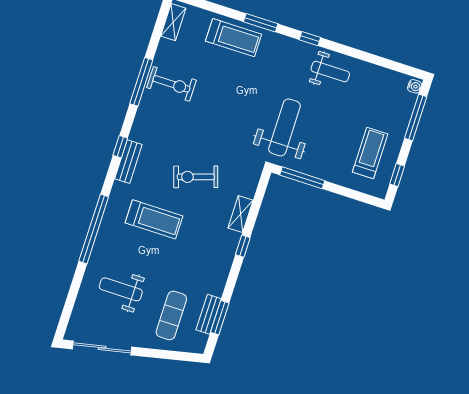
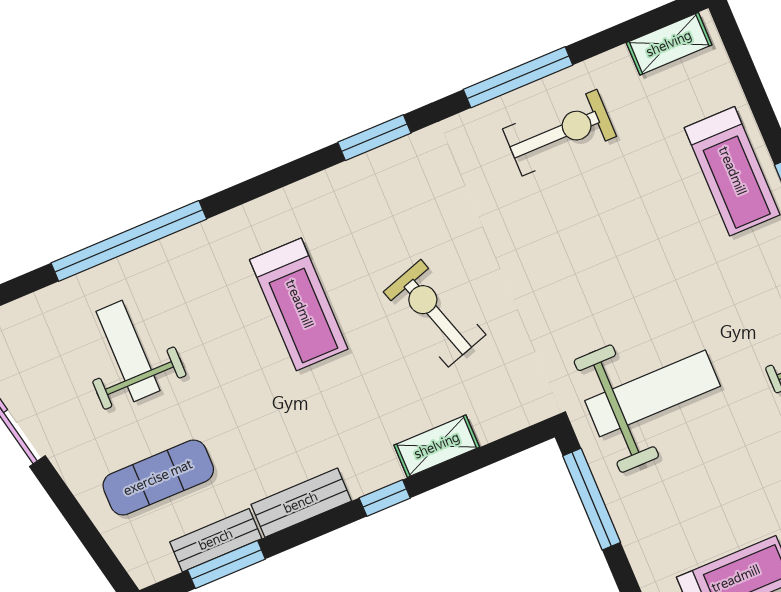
exercise bike: (172, 84) -> (560, 133), turned -90
window: (120, 147) -> (374, 138), width x1.50
bench: (128, 162) -> (301, 503), moved
window: (94, 229) -> (129, 241), moved

